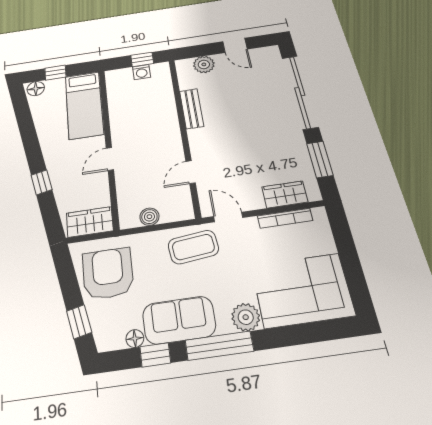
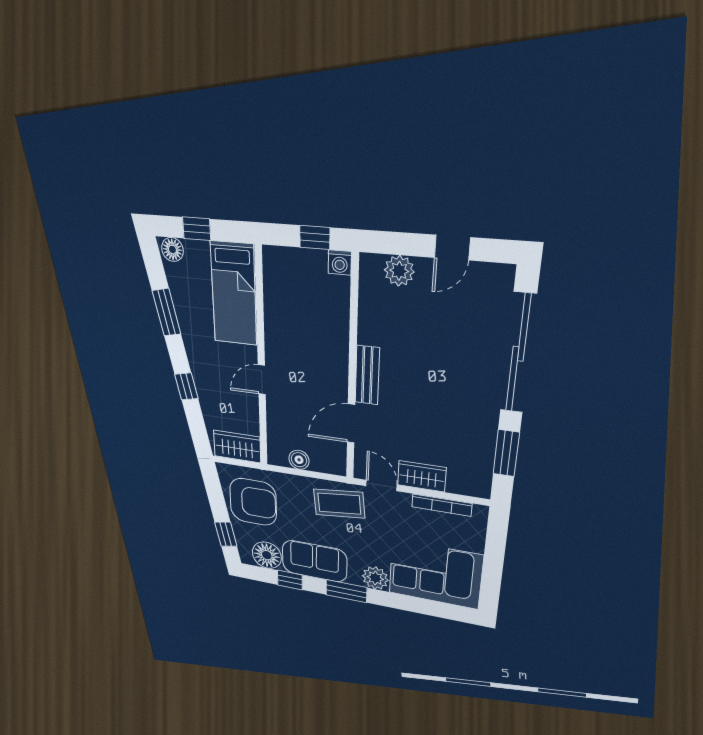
door: (235, 45) -> (452, 248), hinge flipped
washing machine: (142, 72) -> (340, 262), moved
bench: (192, 109) -> (367, 375), moved
window: (27, 130) -> (167, 312), added
door: (191, 172) -> (351, 423), width x1.38
wardrobe: (285, 194) -> (422, 476), moved
armchair: (108, 273) -> (253, 502), turned 90
floor lamp: (135, 339) -> (267, 555), width x1.89, depth x1.89
window: (219, 346) -> (346, 591), width x0.69

